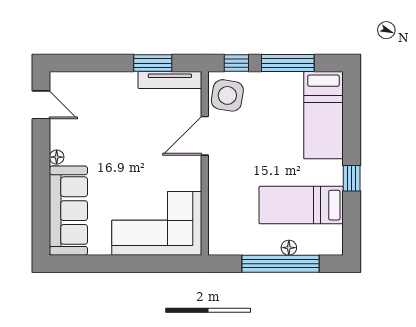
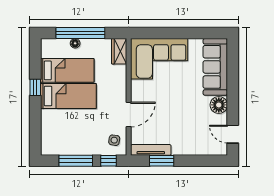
side table: (227, 95) -> (114, 140), width x0.54, depth x0.54
bed: (323, 115) -> (68, 96), moved, turned 90
floor lamp: (57, 157) -> (219, 105), width x1.89, depth x1.89
wardrobe: (220, 235) -> (119, 51), added

